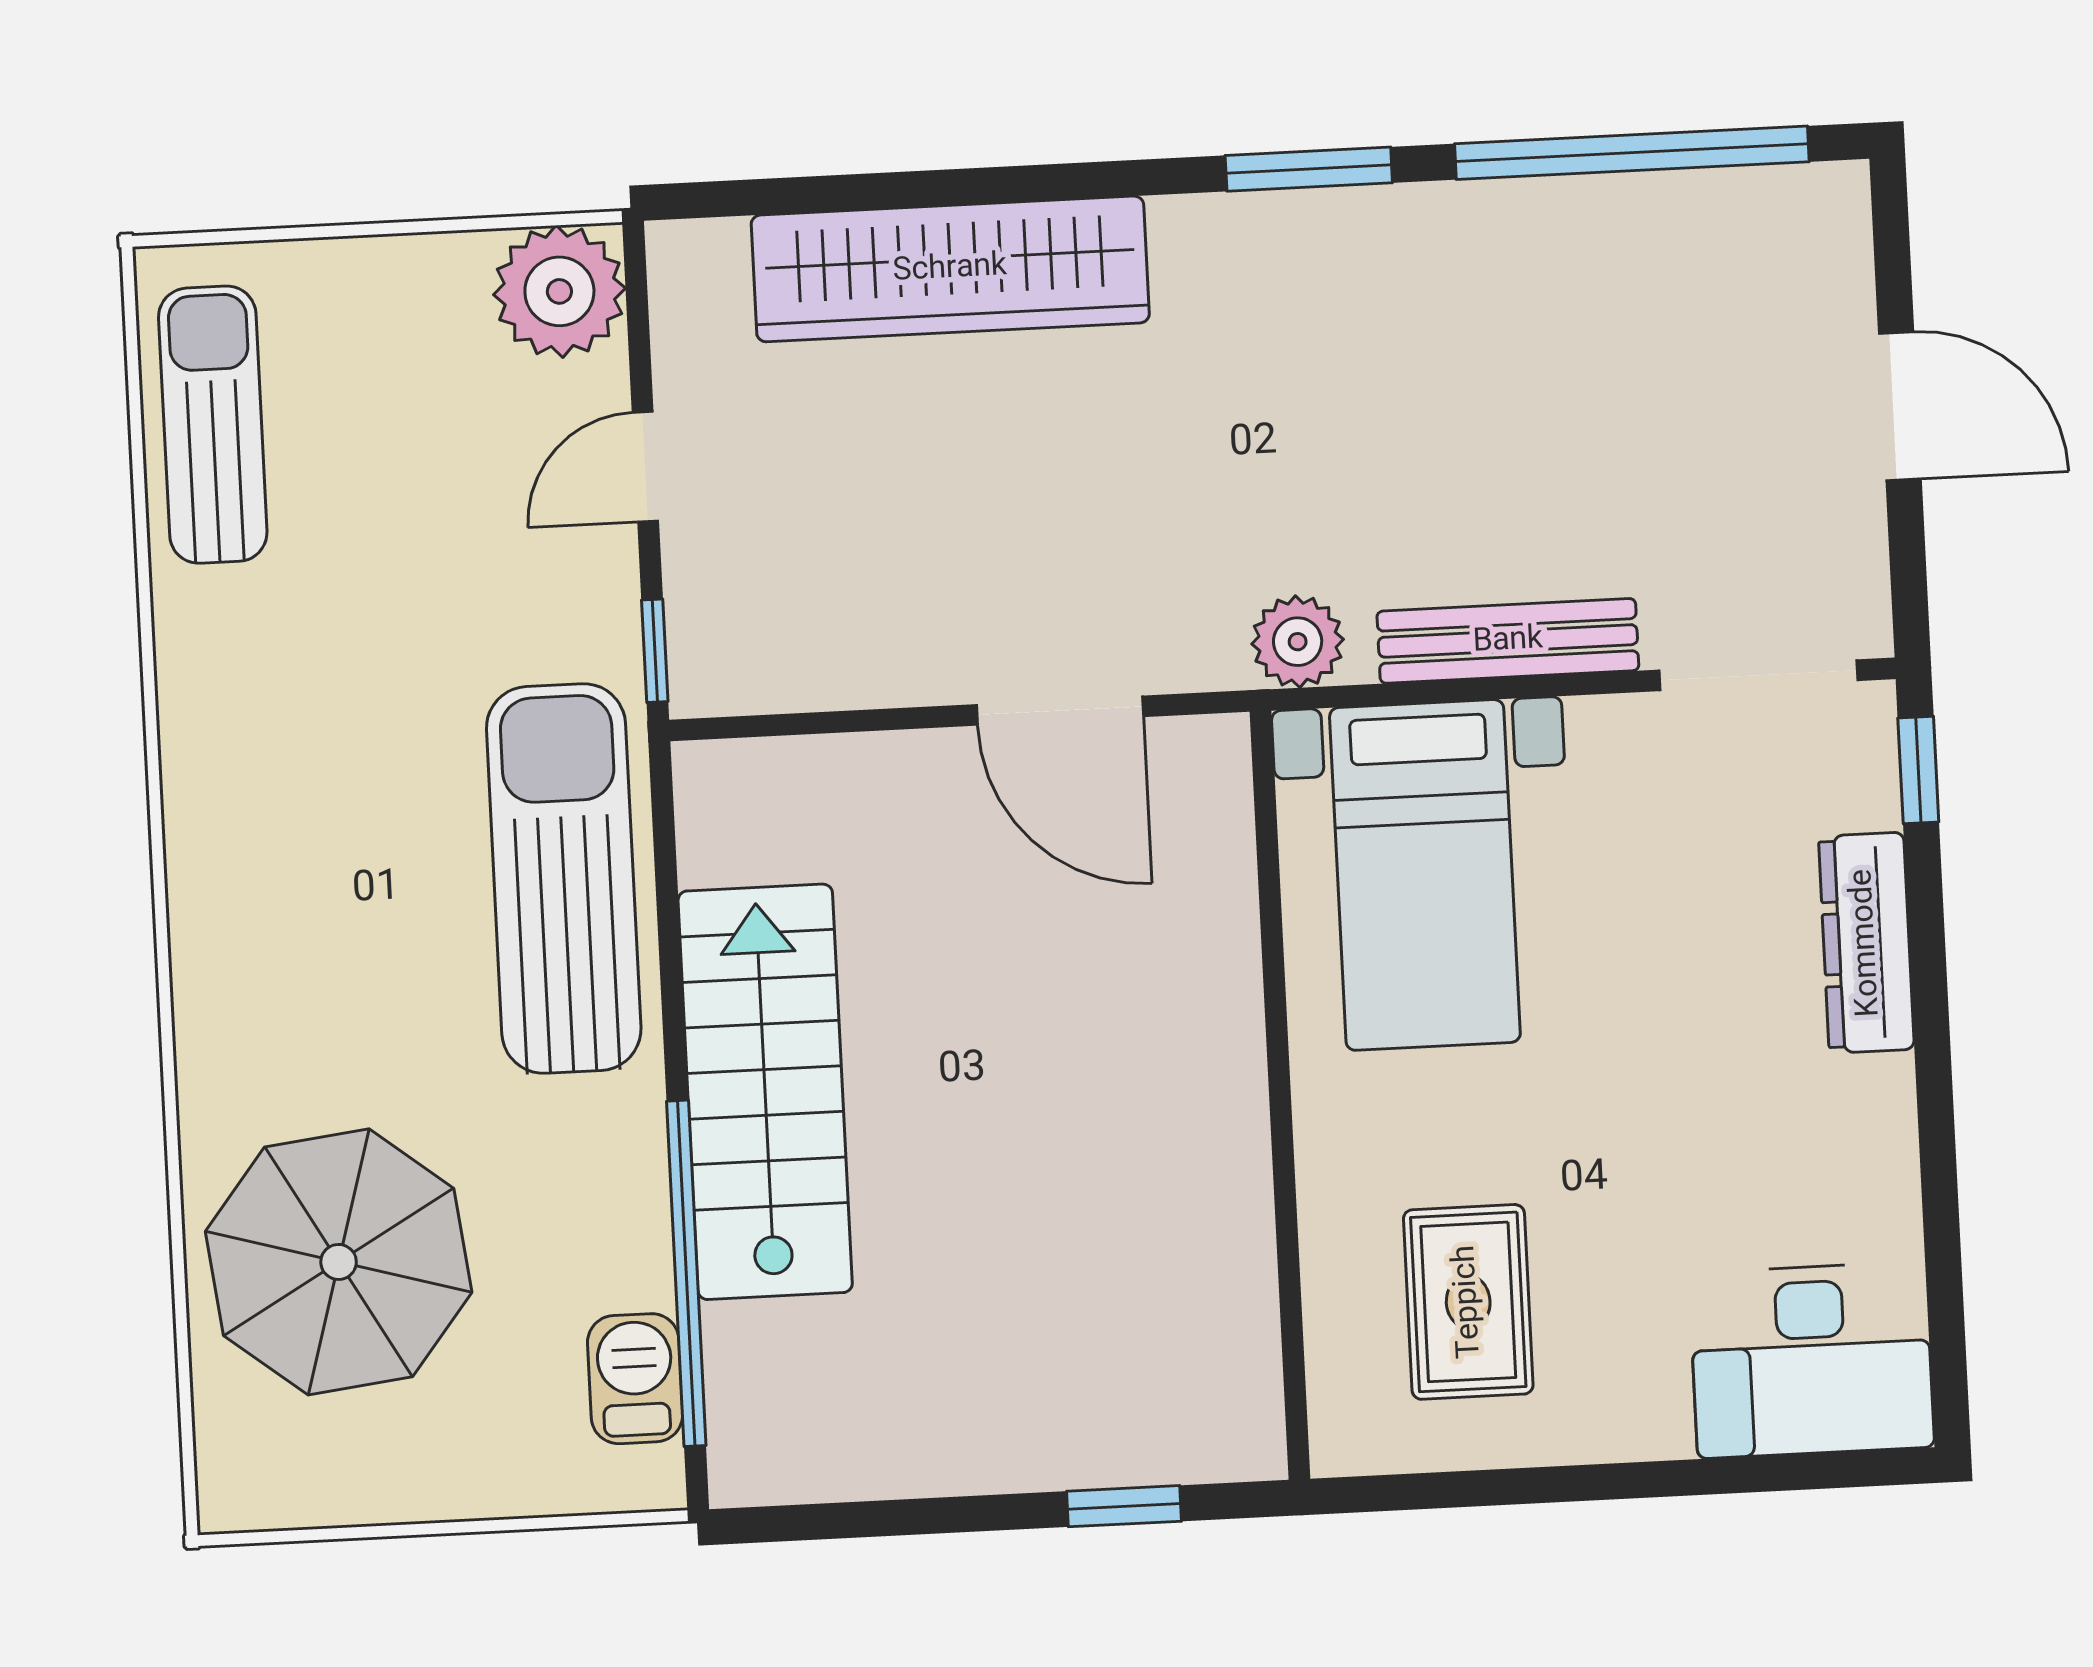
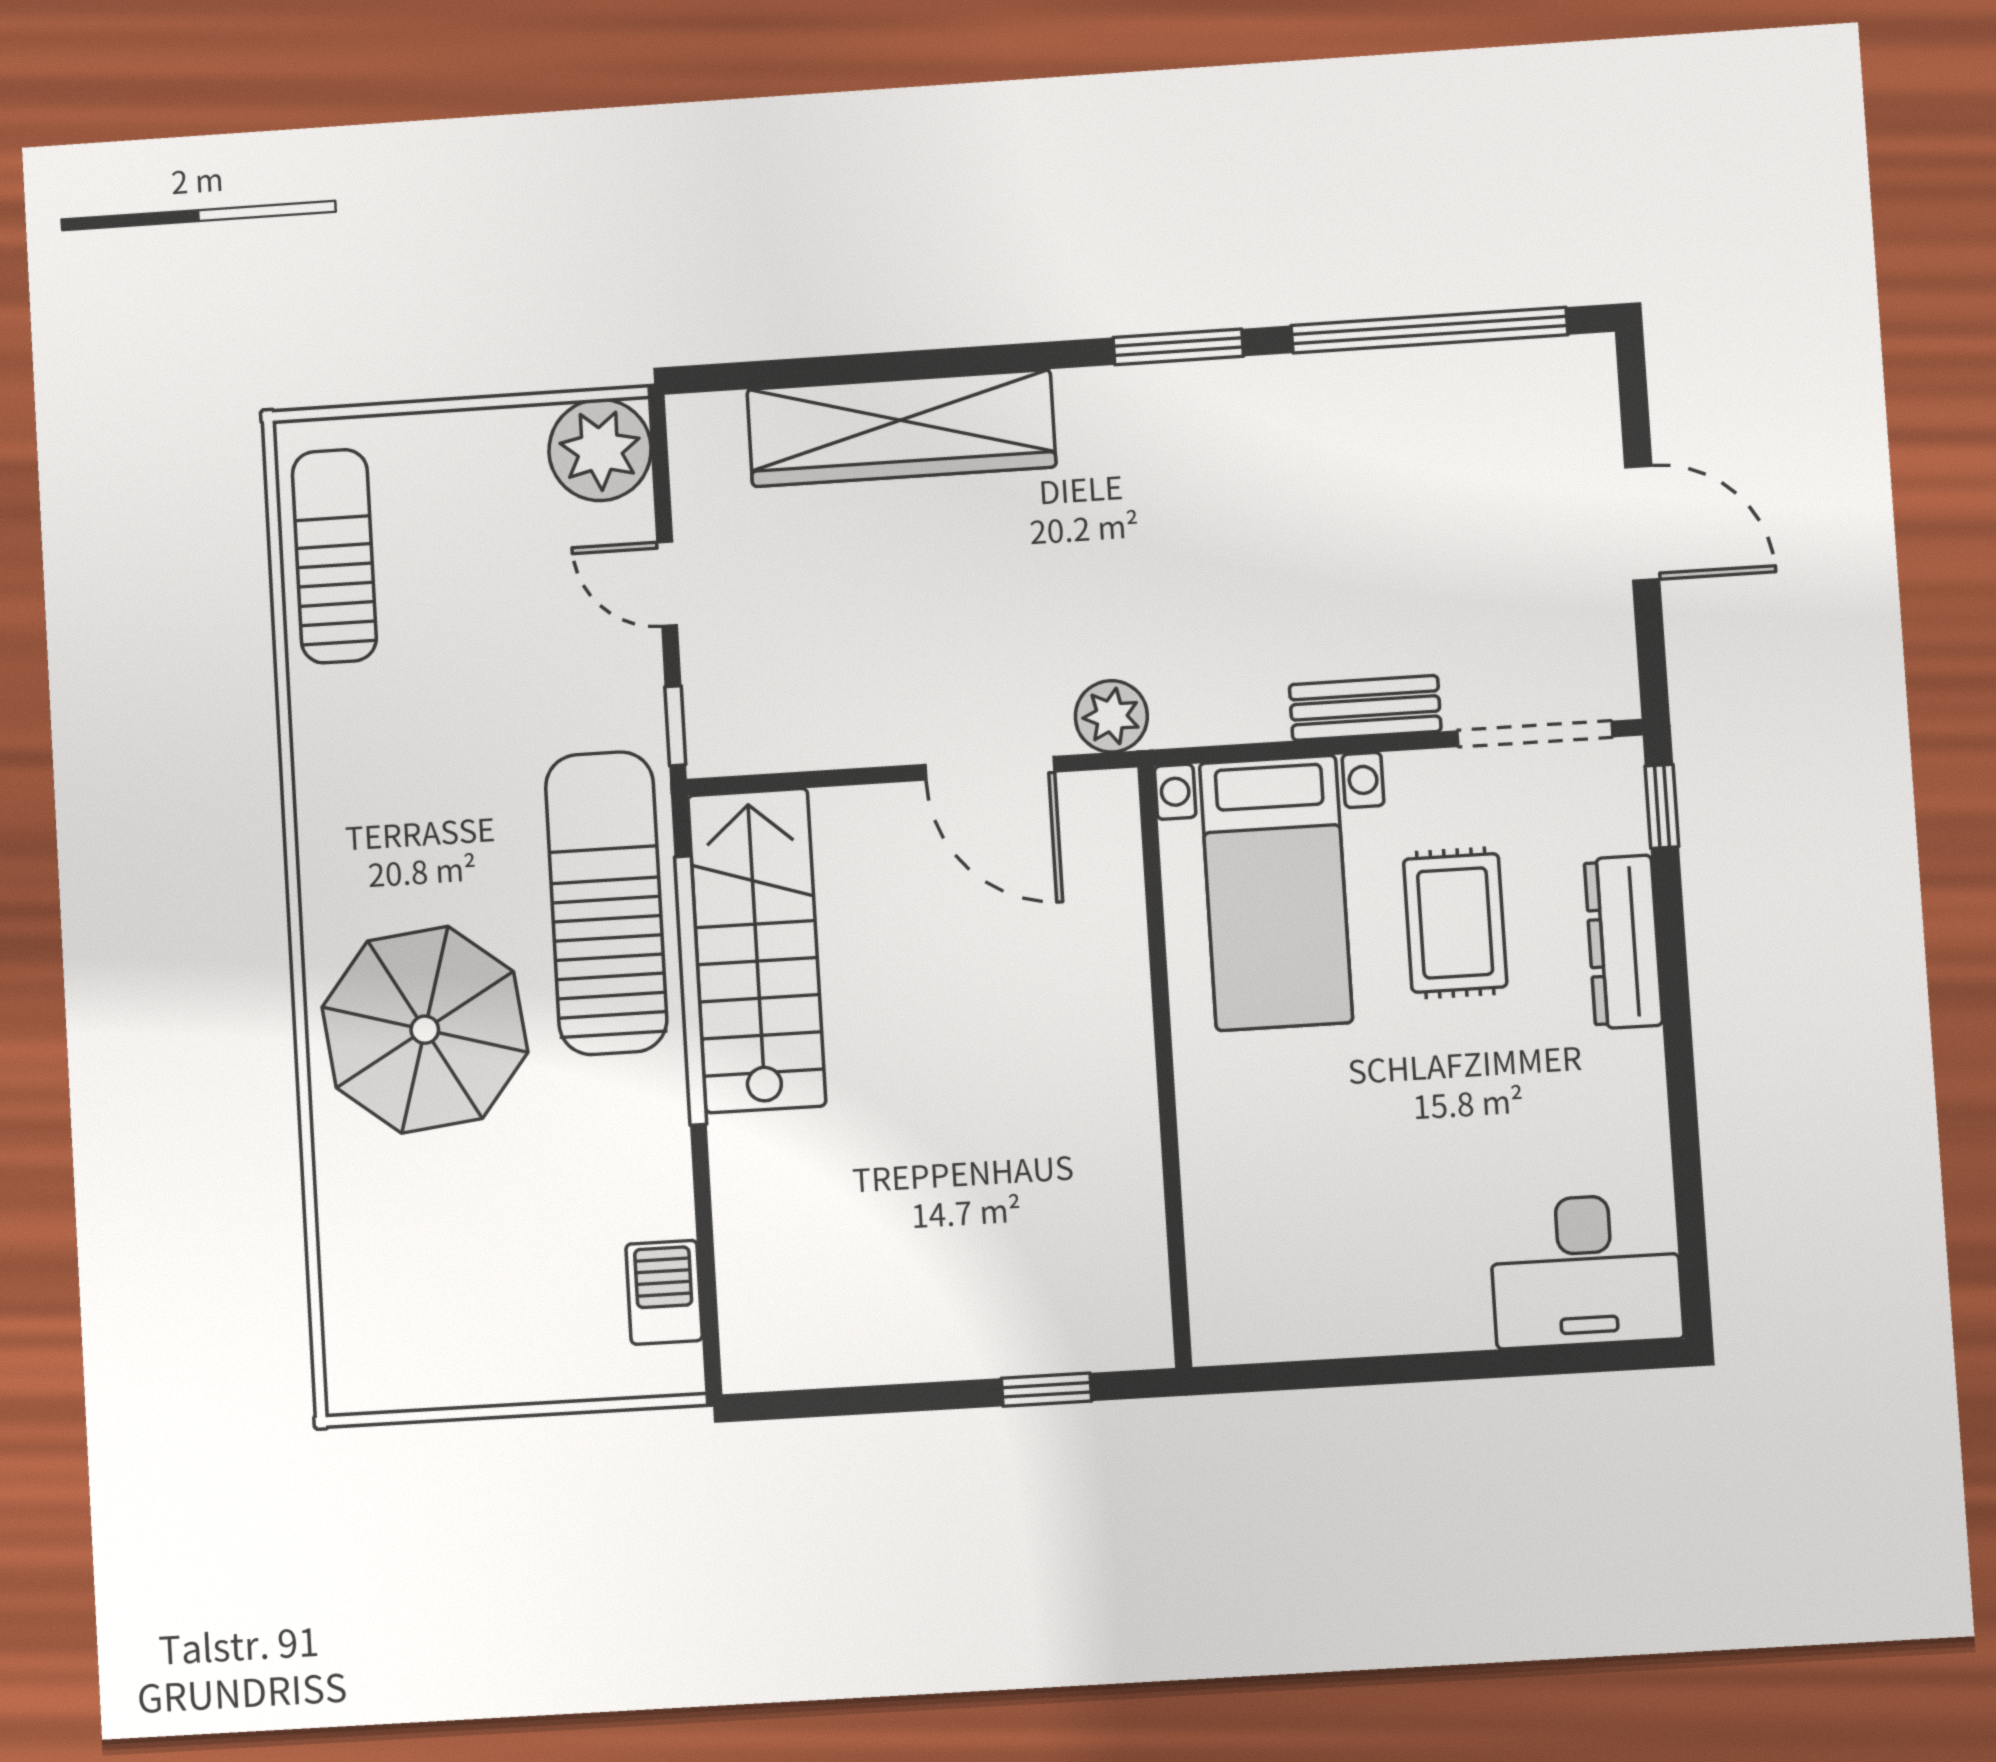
door: (645, 467) -> (667, 584), hinge flipped
bench: (1508, 641) -> (1365, 708), width x0.73
plant: (1298, 642) -> (1111, 716), moved
stairs: (765, 1092) -> (757, 950), moved
parasol: (339, 1262) -> (425, 1030), moved
window: (686, 1273) -> (691, 990), moved
rug: (1468, 1302) -> (1455, 923), moved

